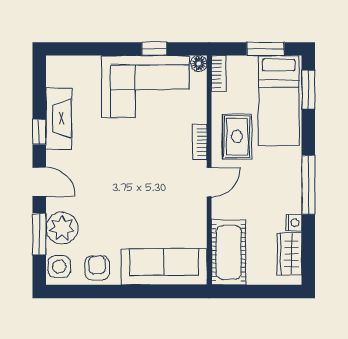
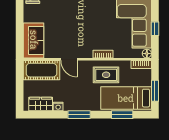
window: (308, 90) -> (122, 115), moved
door: (209, 182) -> (69, 59), moved
window: (308, 185) -> (79, 115), width x0.69
sofa: (164, 267) -> (34, 40), width x0.73

